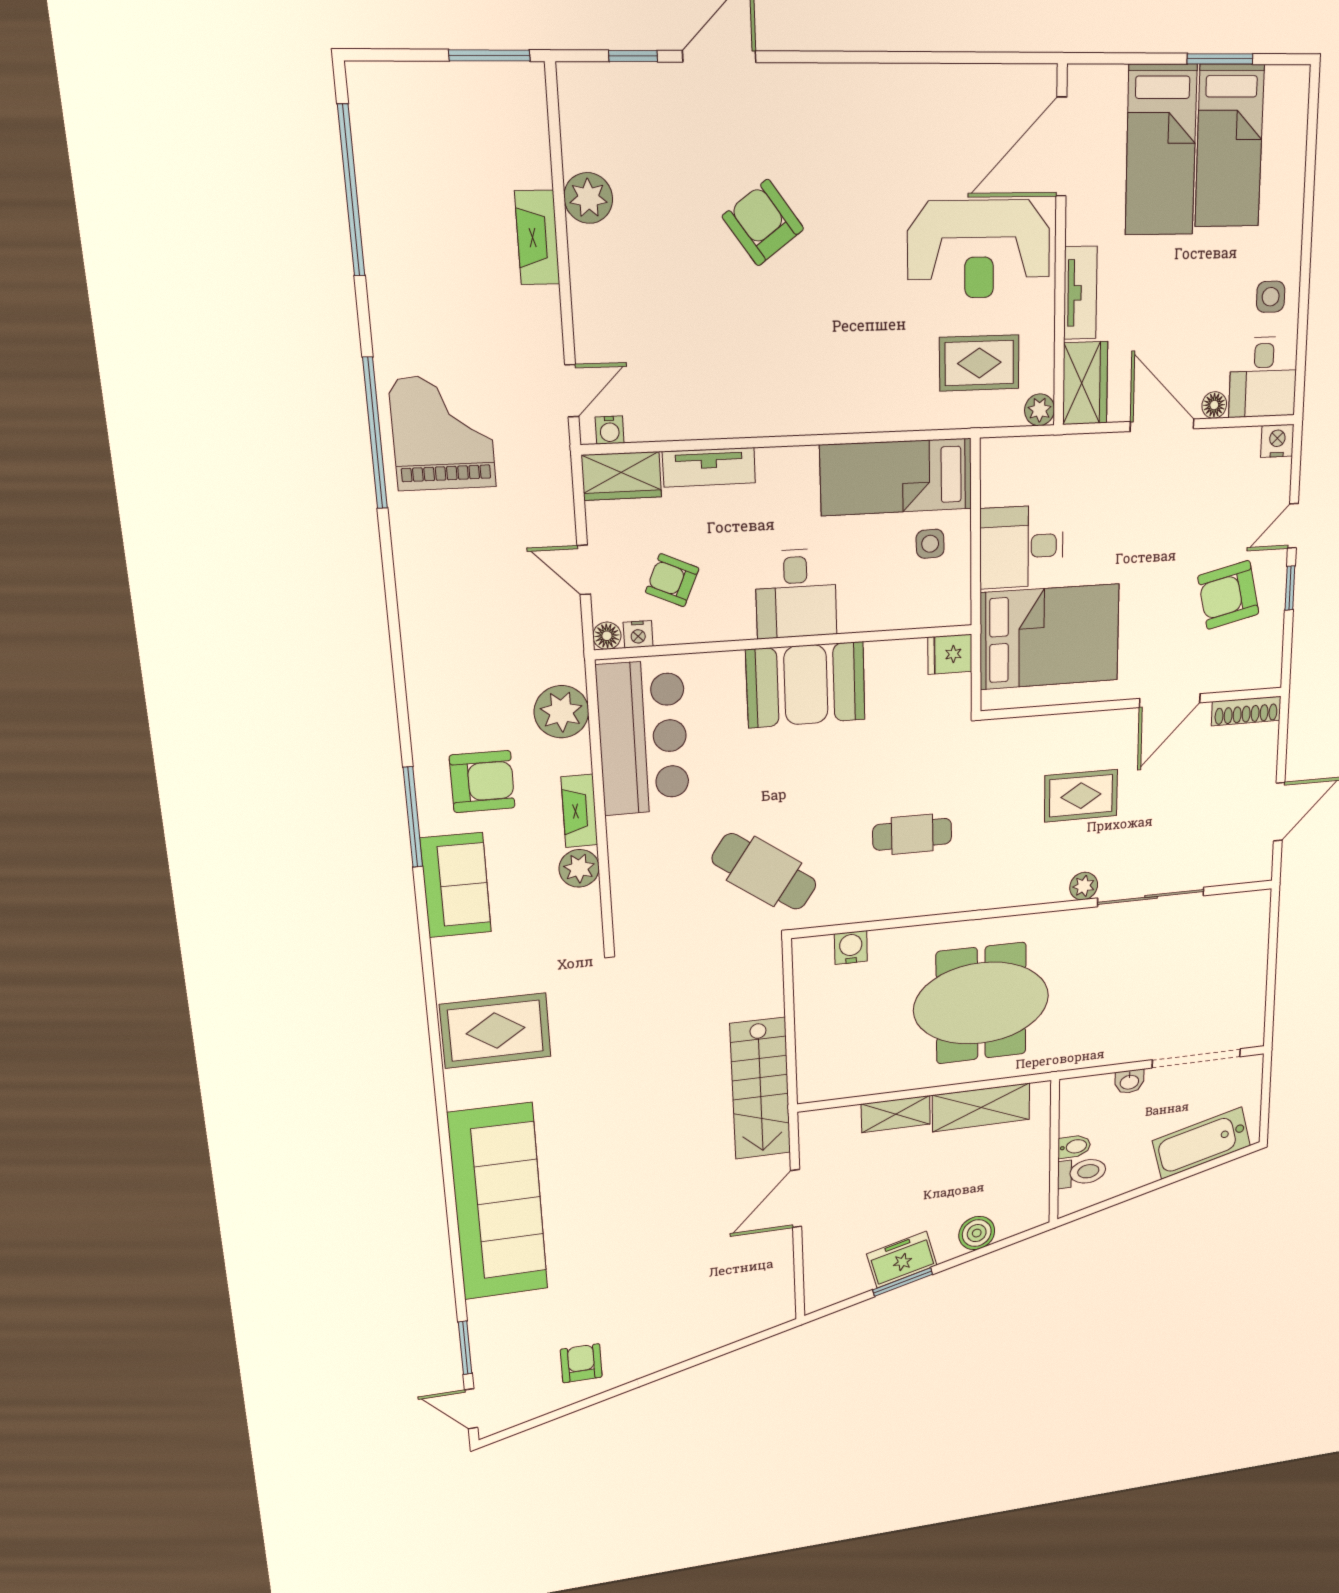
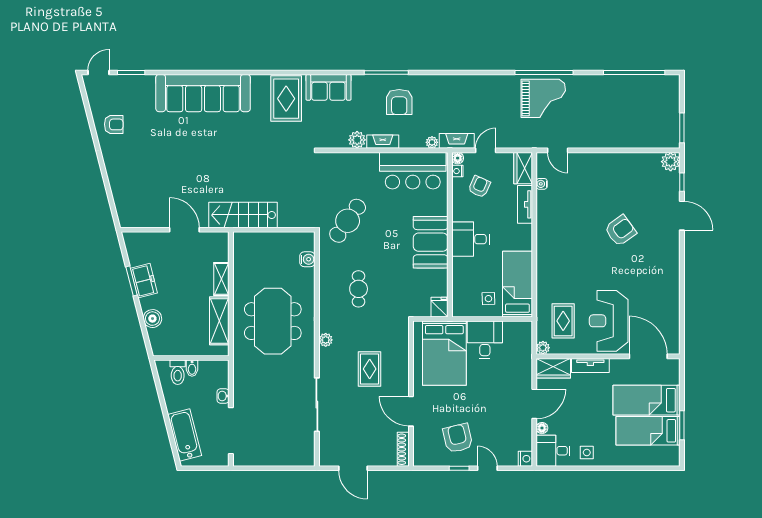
plant: (588, 198) -> (671, 162), moved
fireplace: (537, 237) -> (457, 141), moved
water cooler: (610, 430) -> (542, 184), moved
plant: (561, 712) -> (432, 142), width x0.53, depth x0.53
sofa: (456, 885) -> (328, 87), moved
plant: (1084, 886) -> (326, 340), moved

